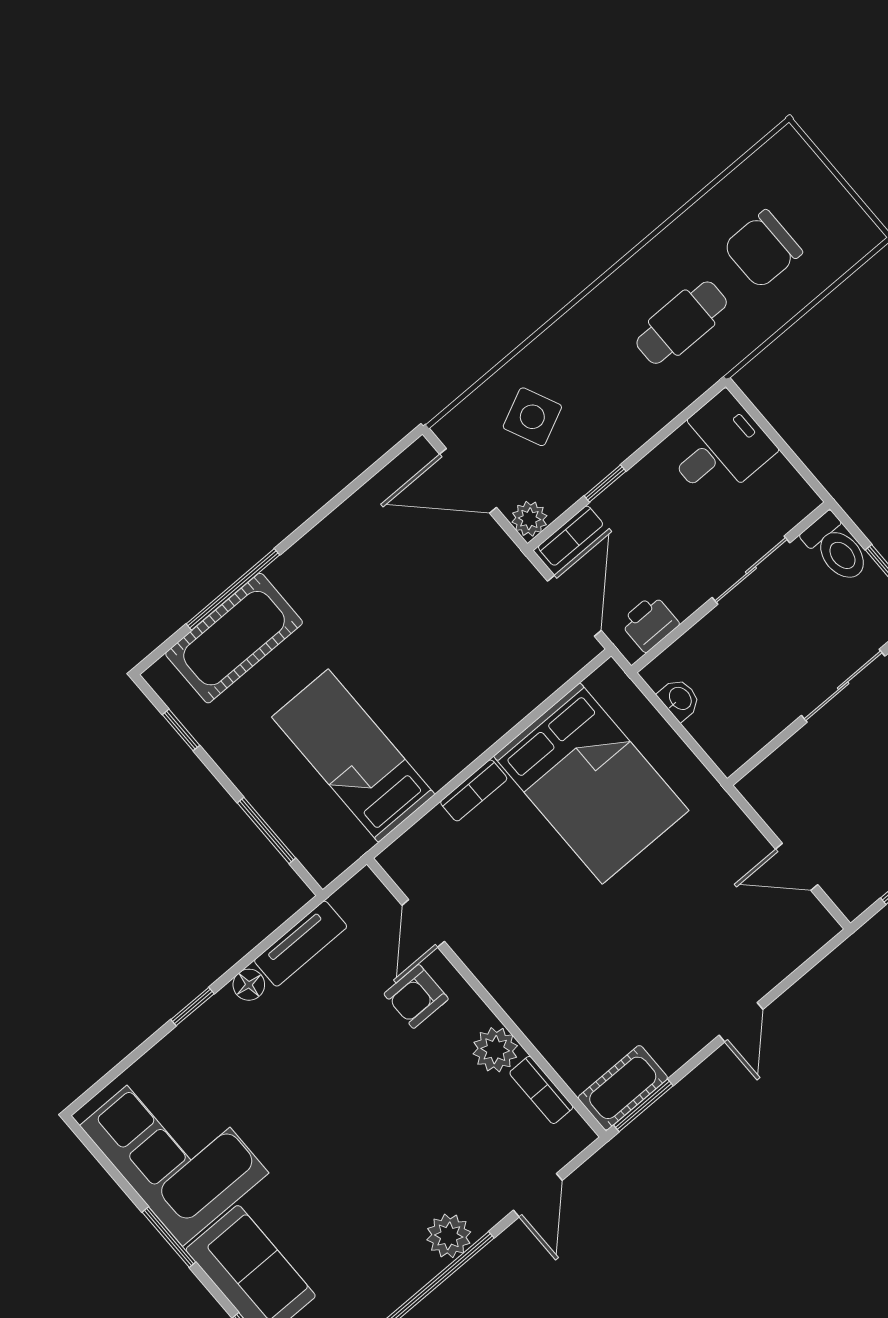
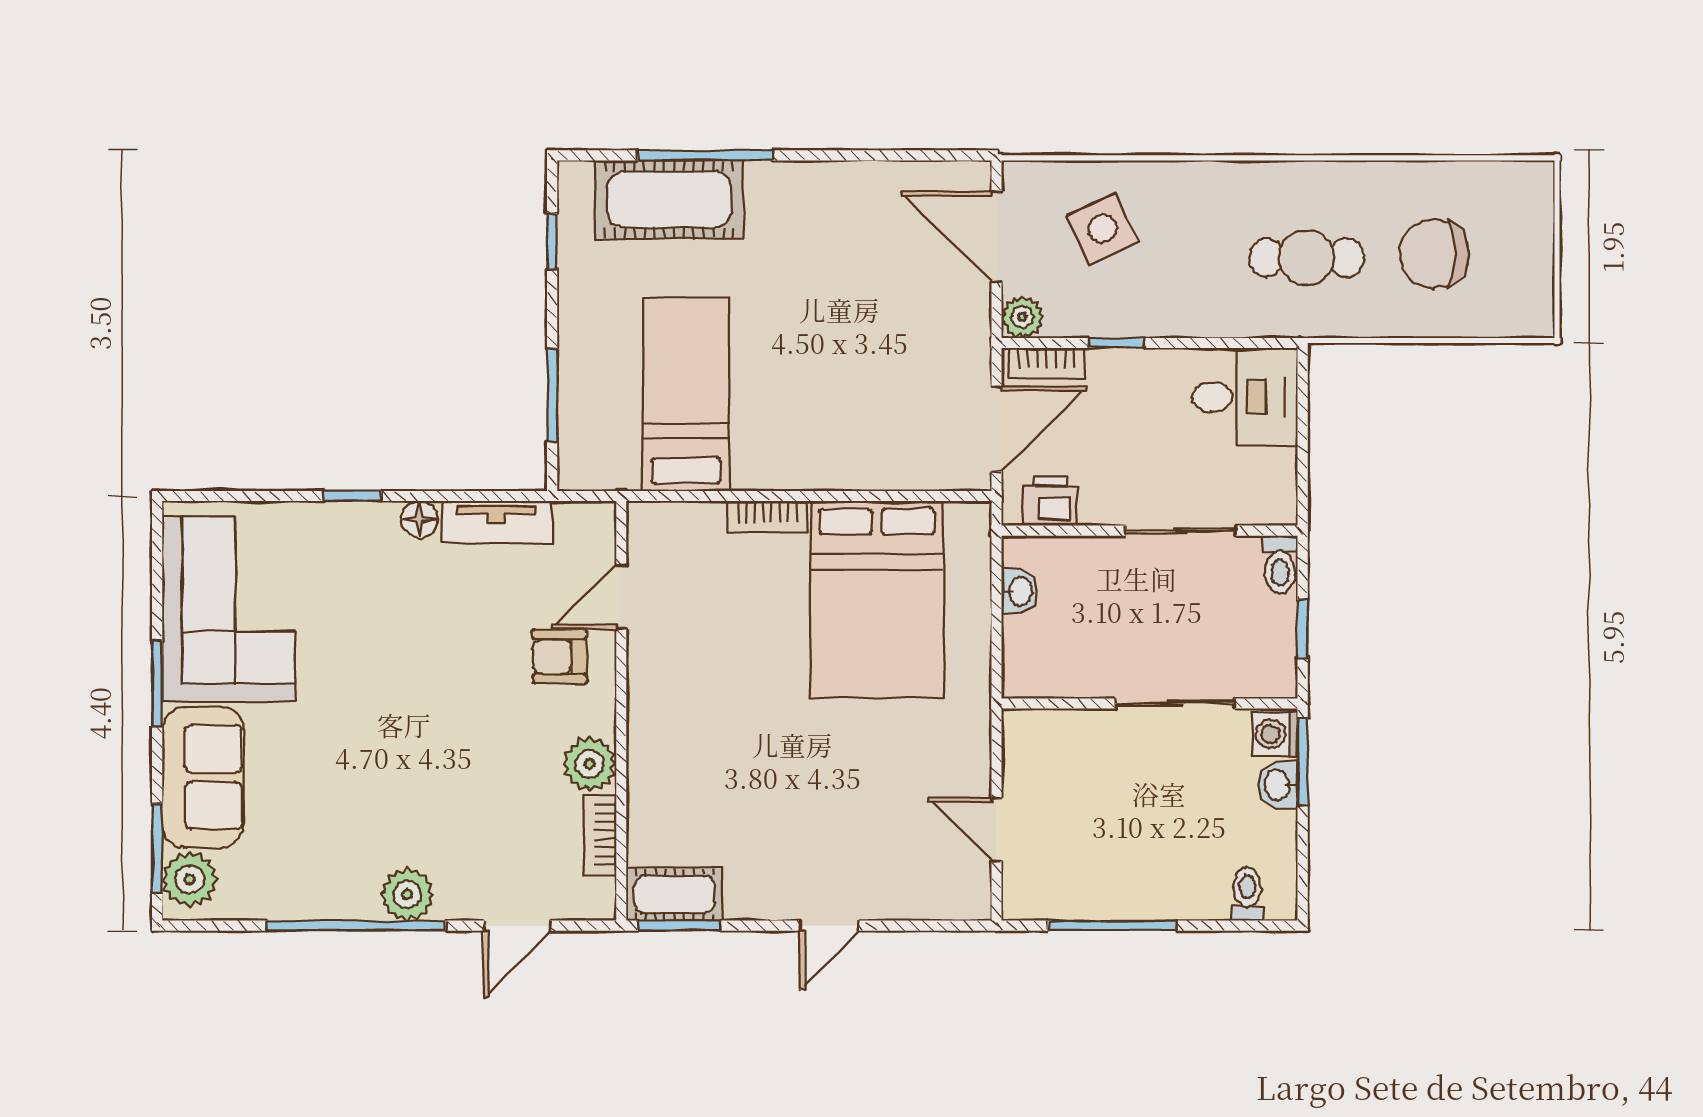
toilet: (836, 548) -> (1280, 565), width x0.73, depth x0.72

